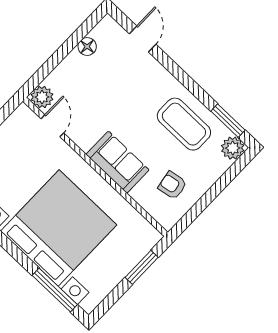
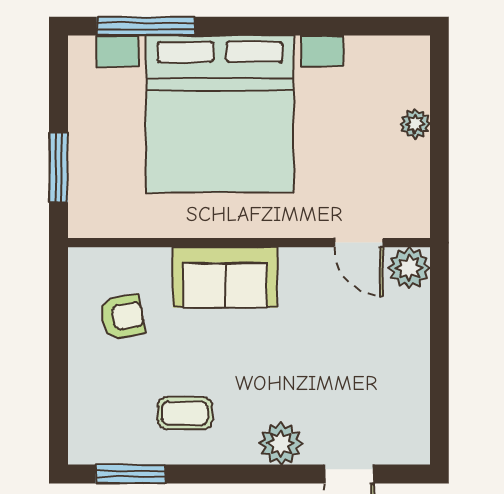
floor lamp: (87, 47) -> (413, 393), removed
coffee table: (184, 124) -> (185, 413), width x0.54, depth x0.58
plant: (233, 148) -> (281, 443), moved

